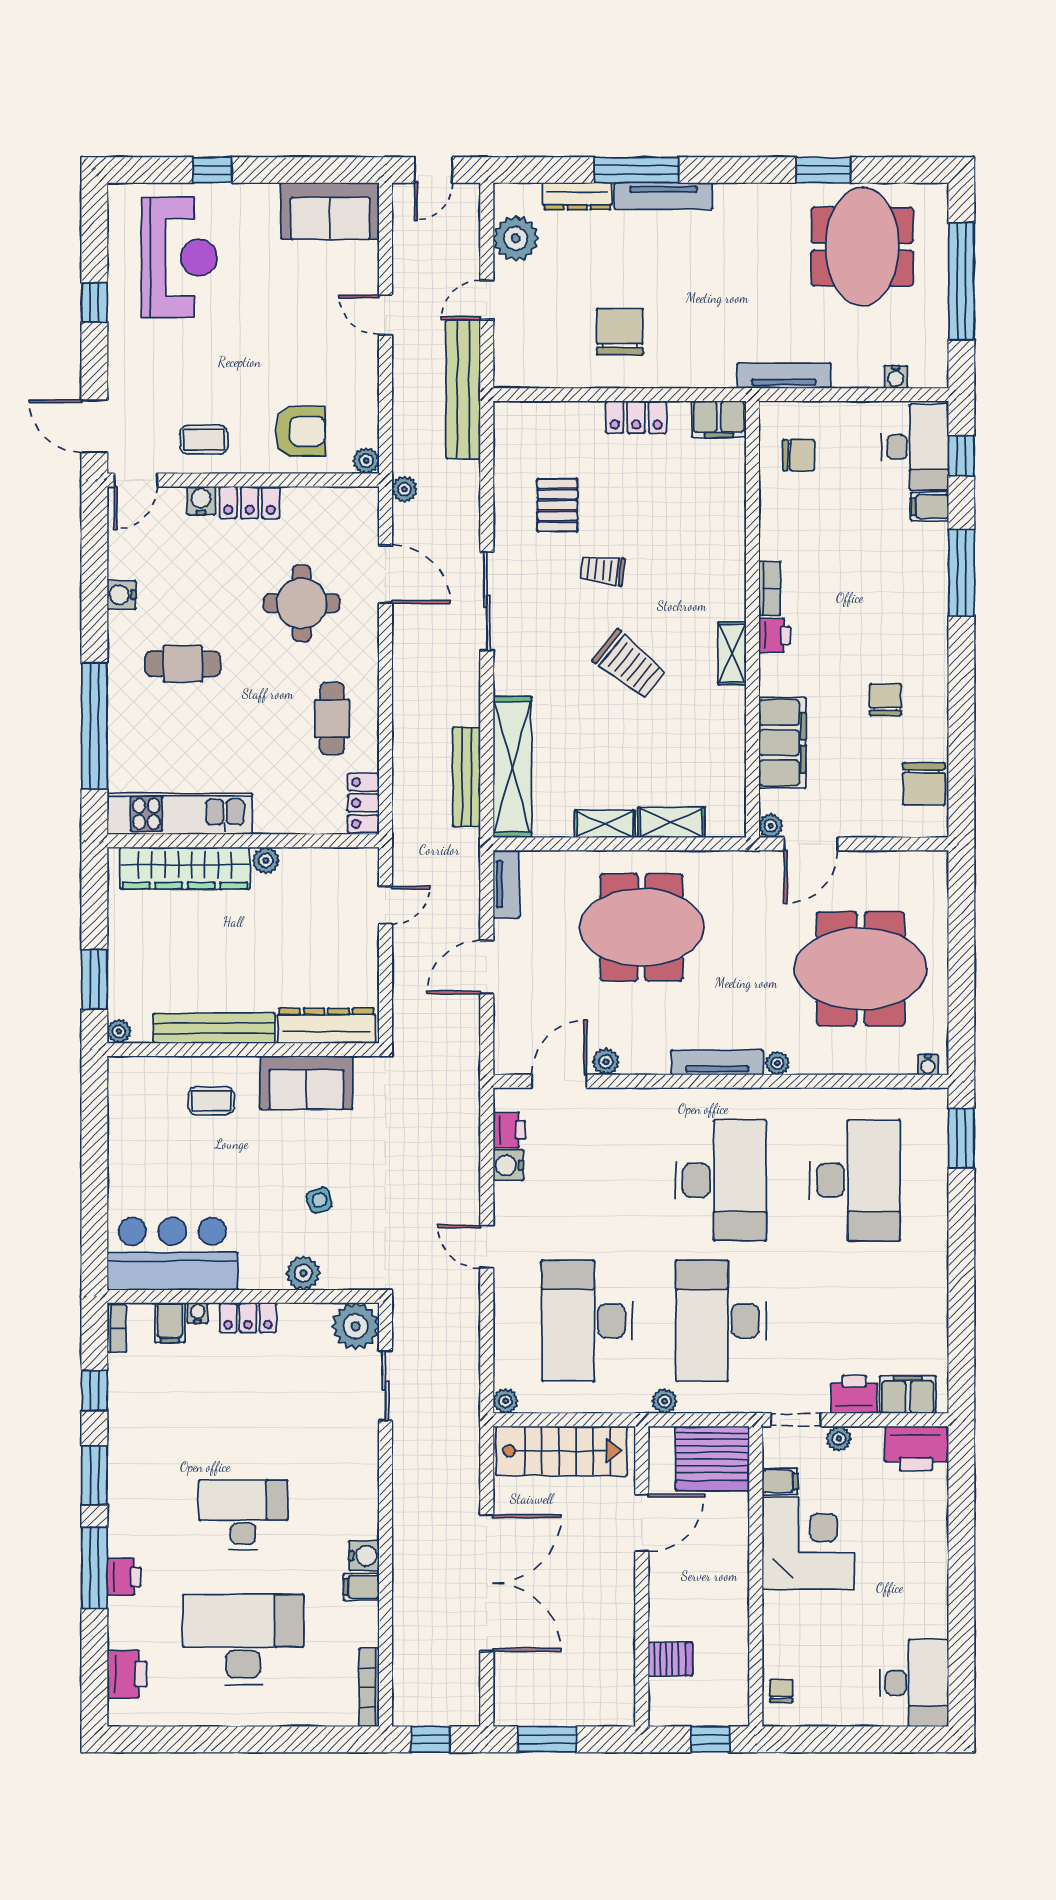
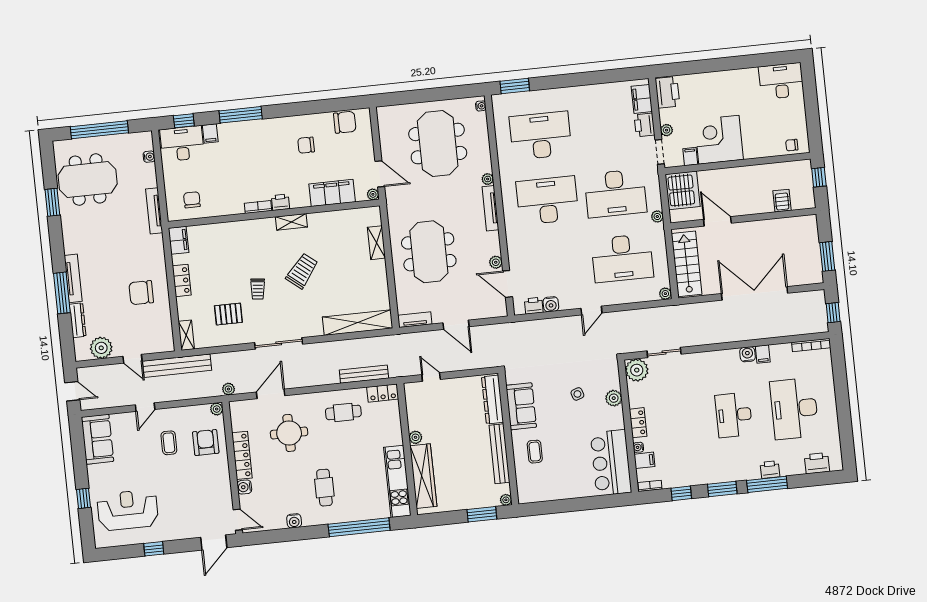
coffee table: (204, 440) -> (169, 443), moved
locker: (249, 502) -> (242, 455), width x1.53
bench: (467, 777) -> (364, 374), moved
shelving: (605, 824) -> (186, 335), moved

